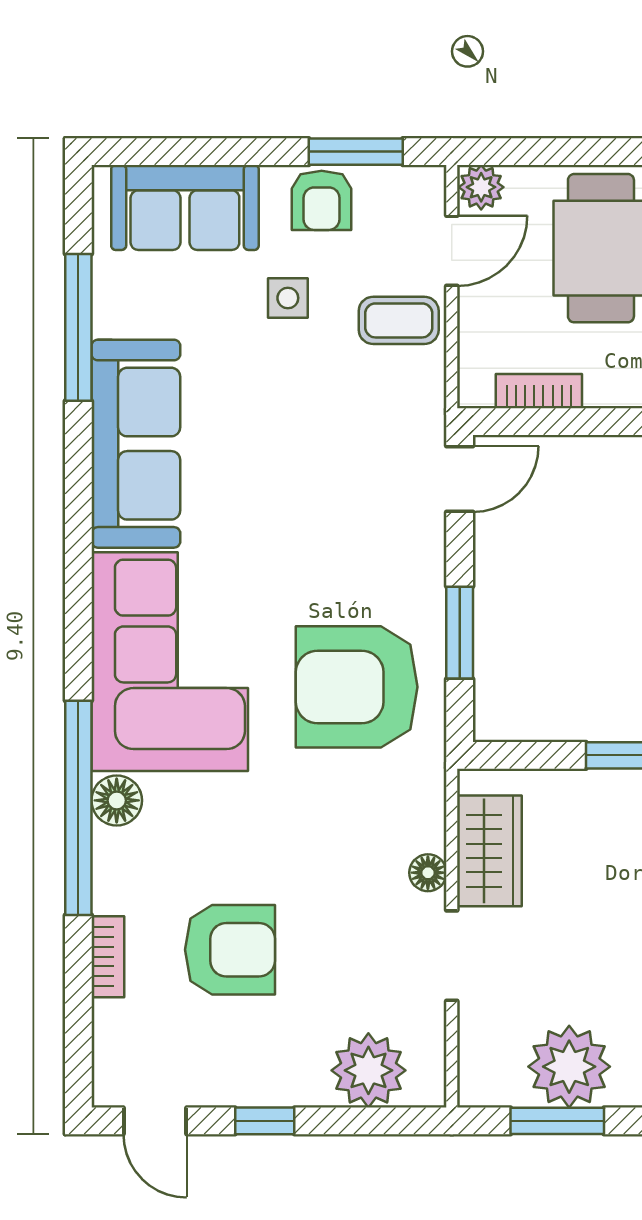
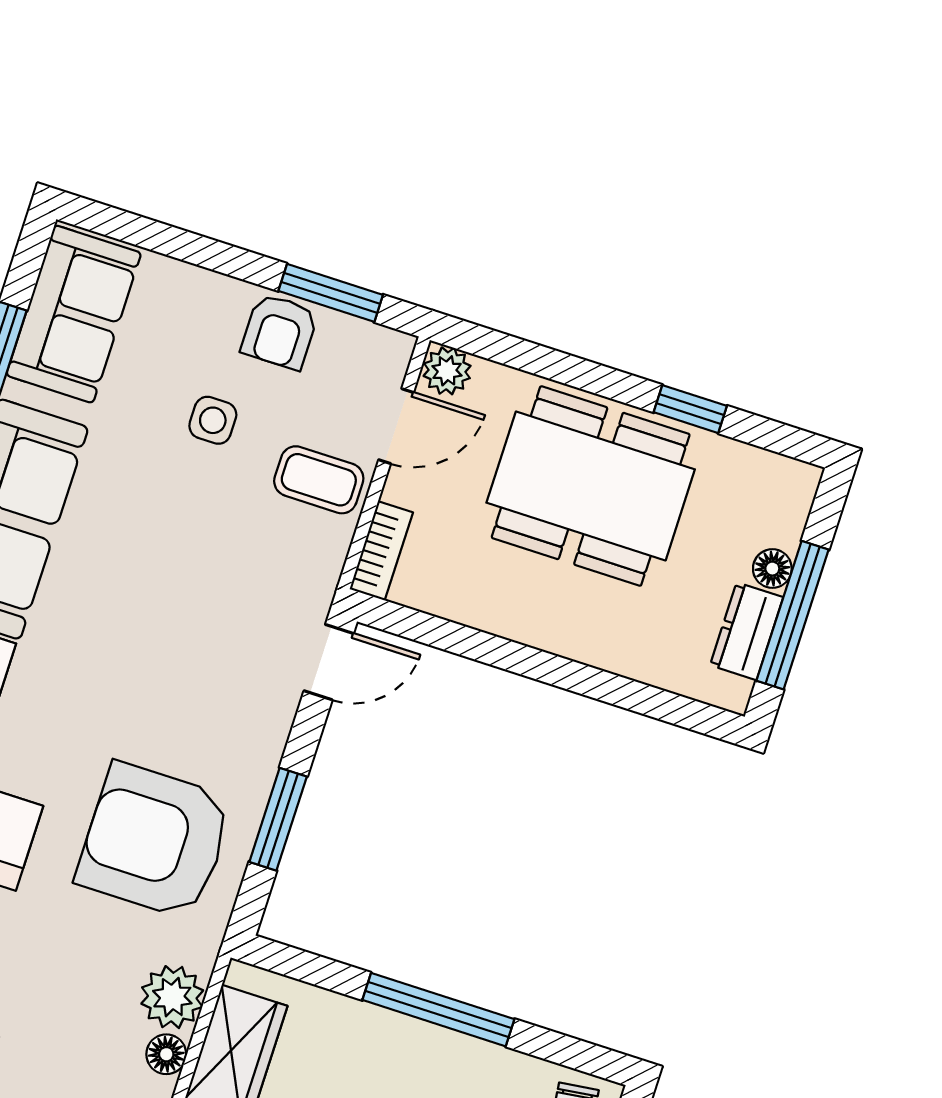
sofa: (185, 207) -> (74, 314), moved, turned -90
bookcase: (539, 391) -> (381, 551), moved, turned 90
plant: (417, 820) -> (172, 997), added

